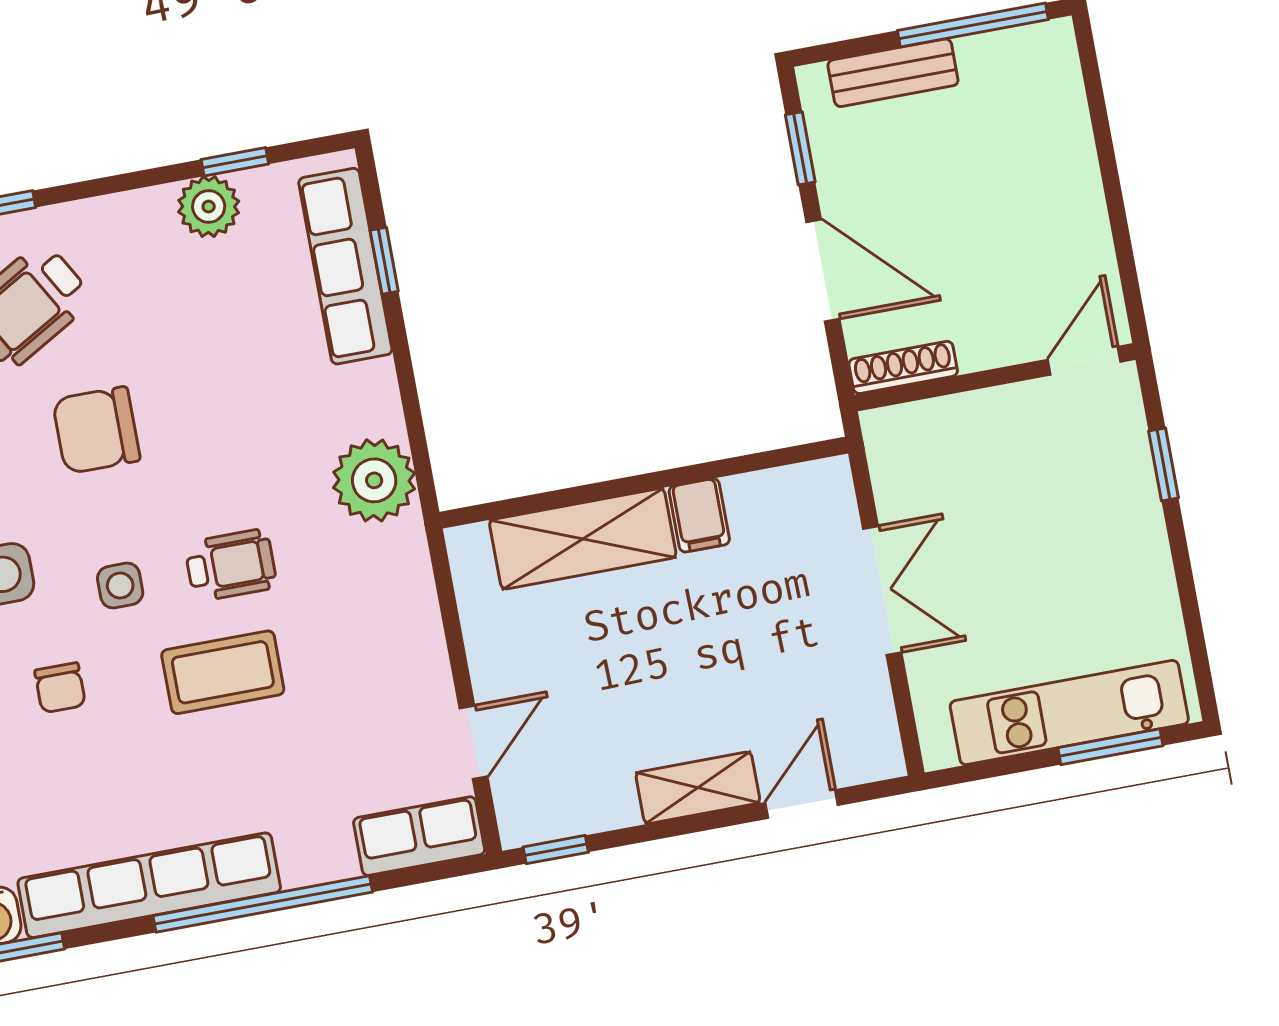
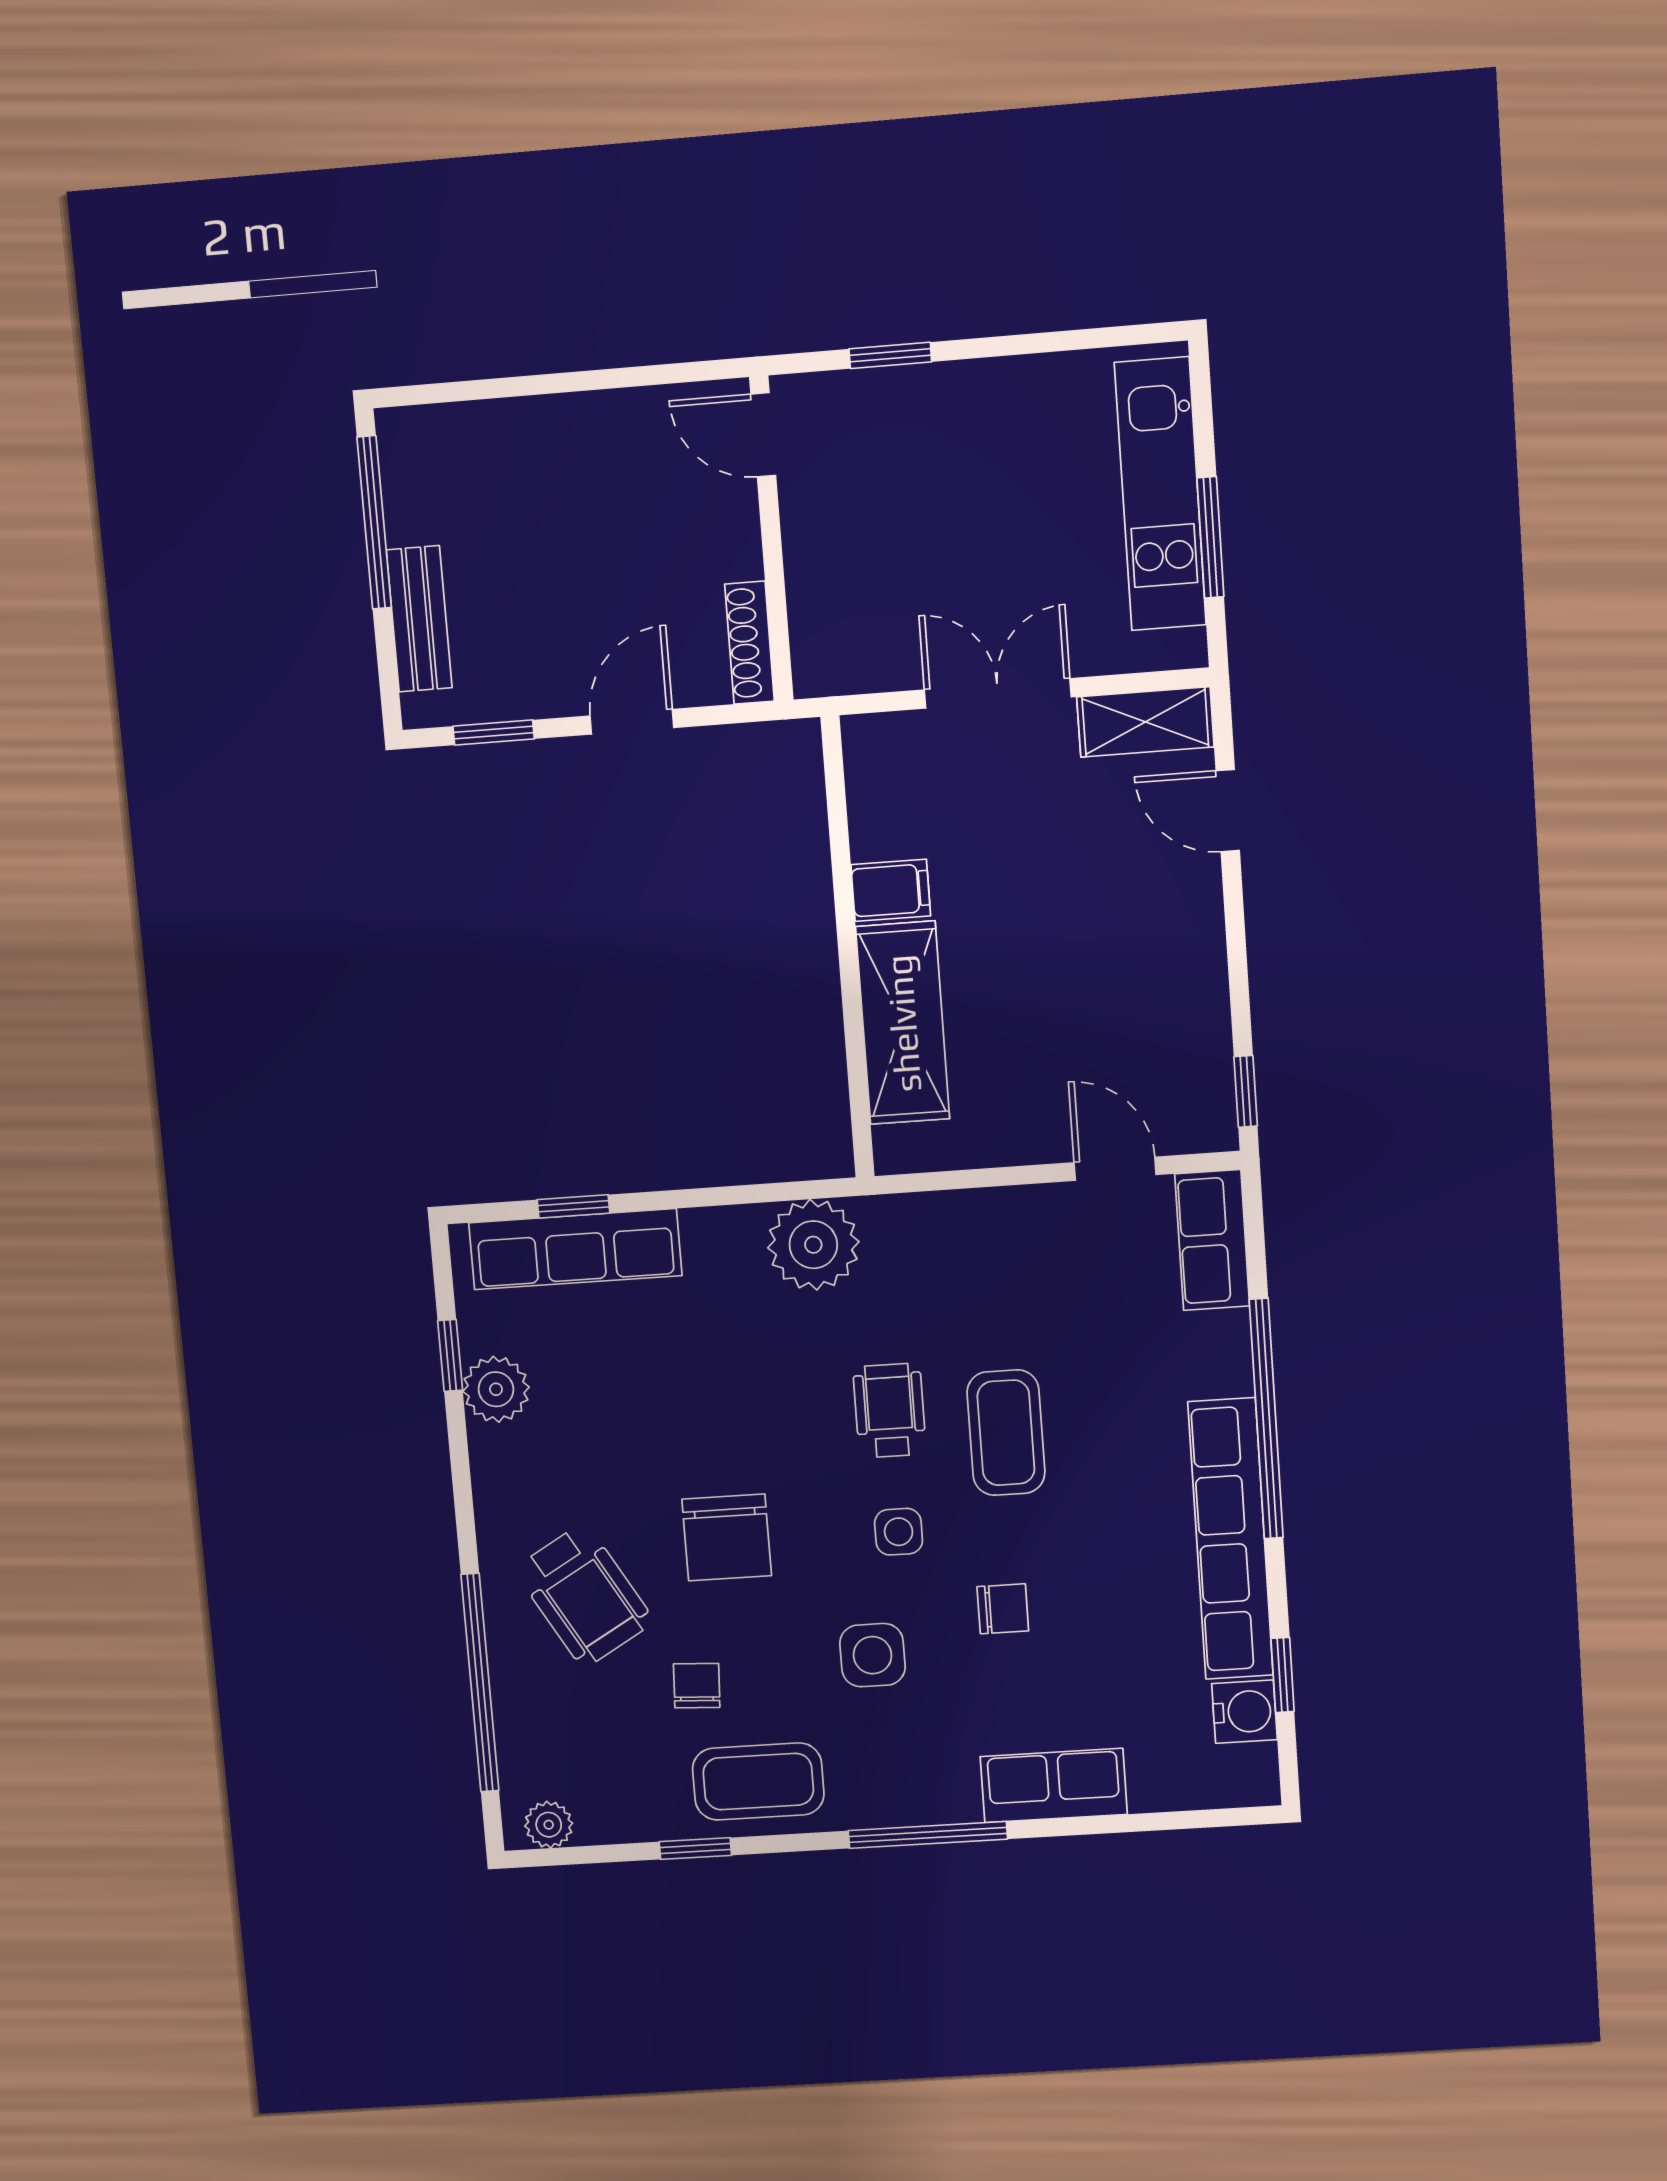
door: (823, 270) -> (632, 722), width x0.73
window: (1110, 747) -> (1210, 537), moved
shelving: (698, 788) -> (1145, 722), moved, turned 90

